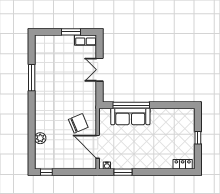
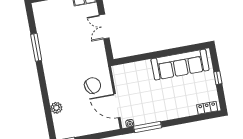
window: (131, 105) -> (143, 57), removed
sofa: (130, 116) -> (180, 65), moved, width x1.36, depth x1.27
window: (123, 172) -> (148, 127), width x1.44

